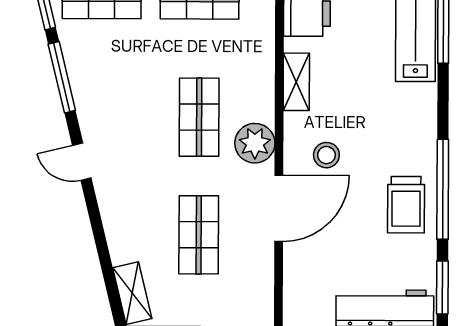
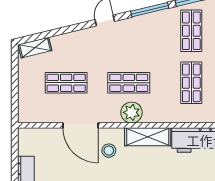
shelving: (296, 82) -> (148, 137), width x1.50, depth x1.33
plant: (255, 143) -> (132, 112), moved

